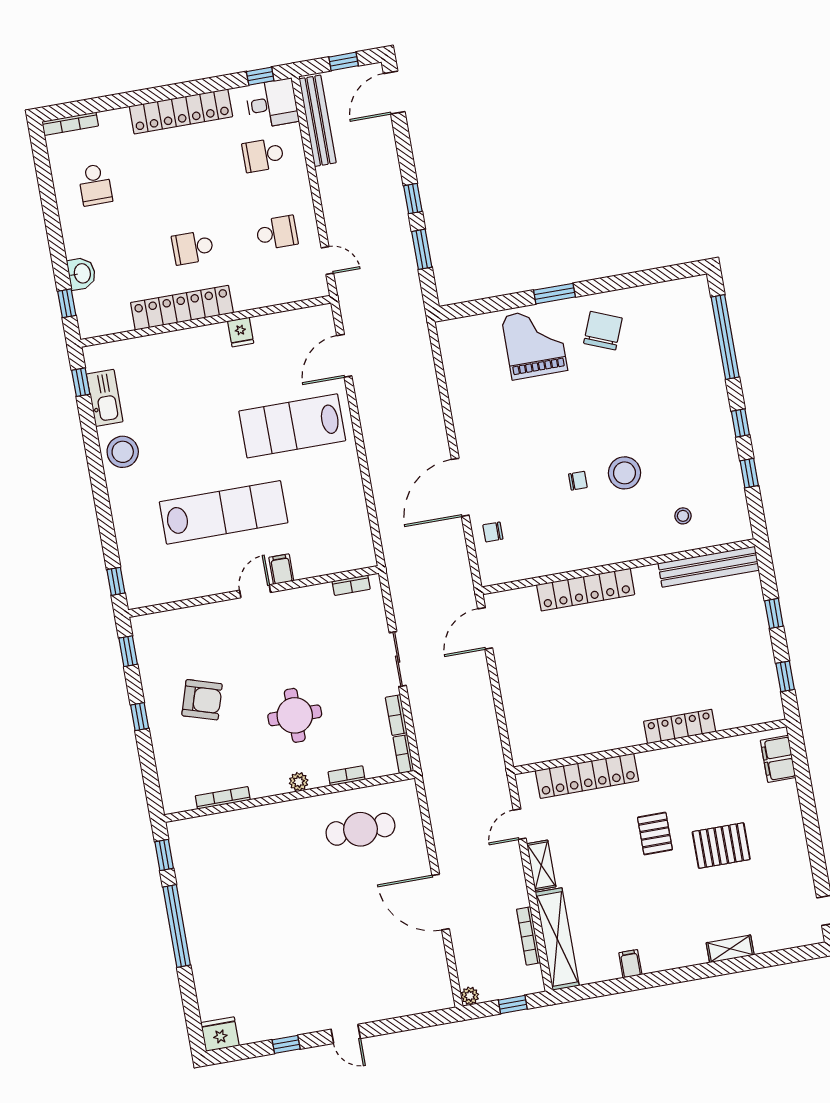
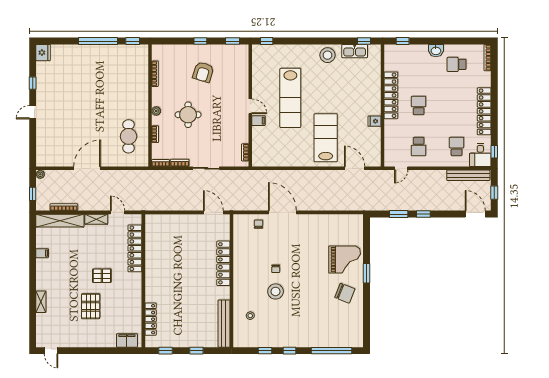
washbasin: (82, 274) -> (436, 51), moved
locker: (680, 727) -> (151, 319), moved

